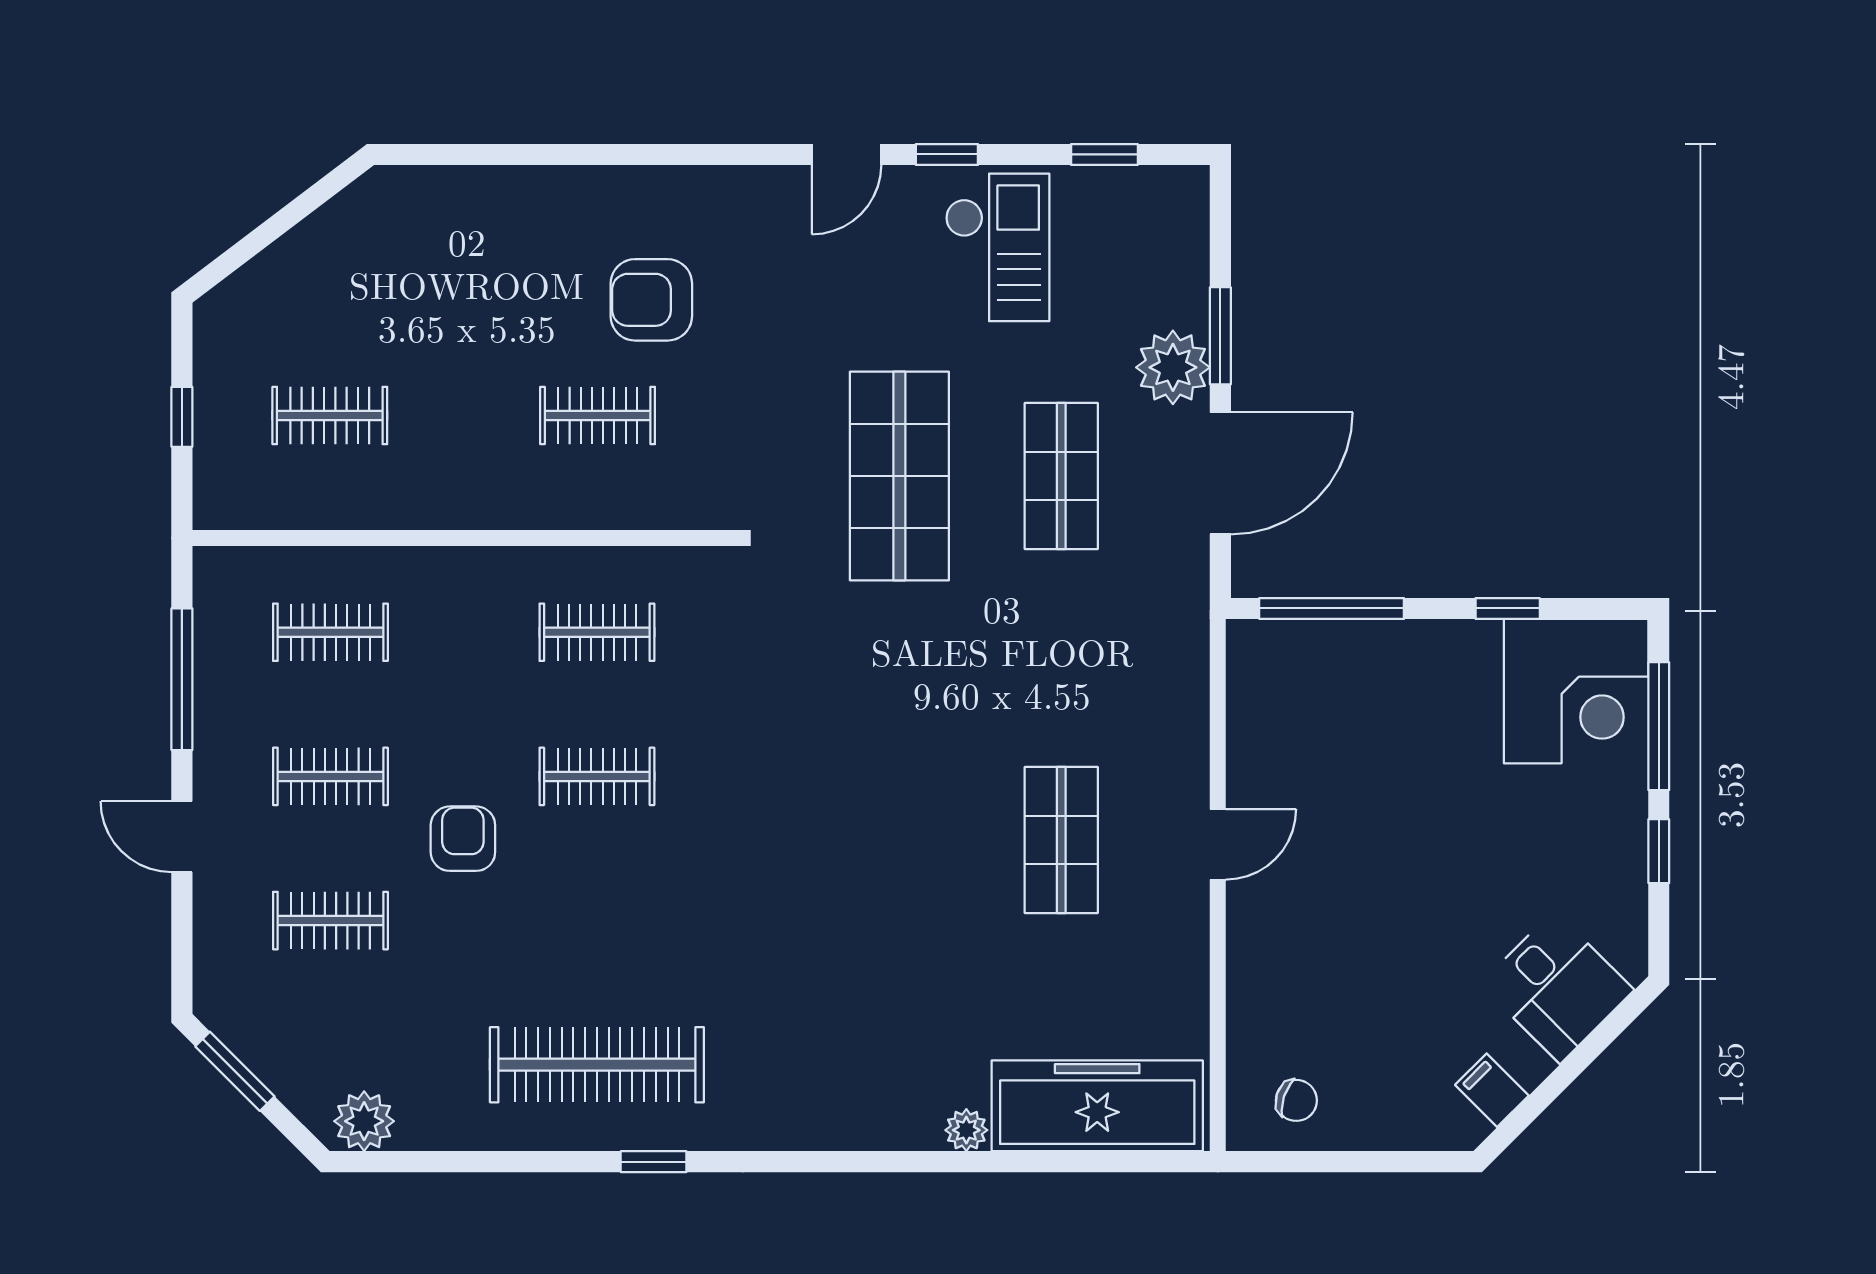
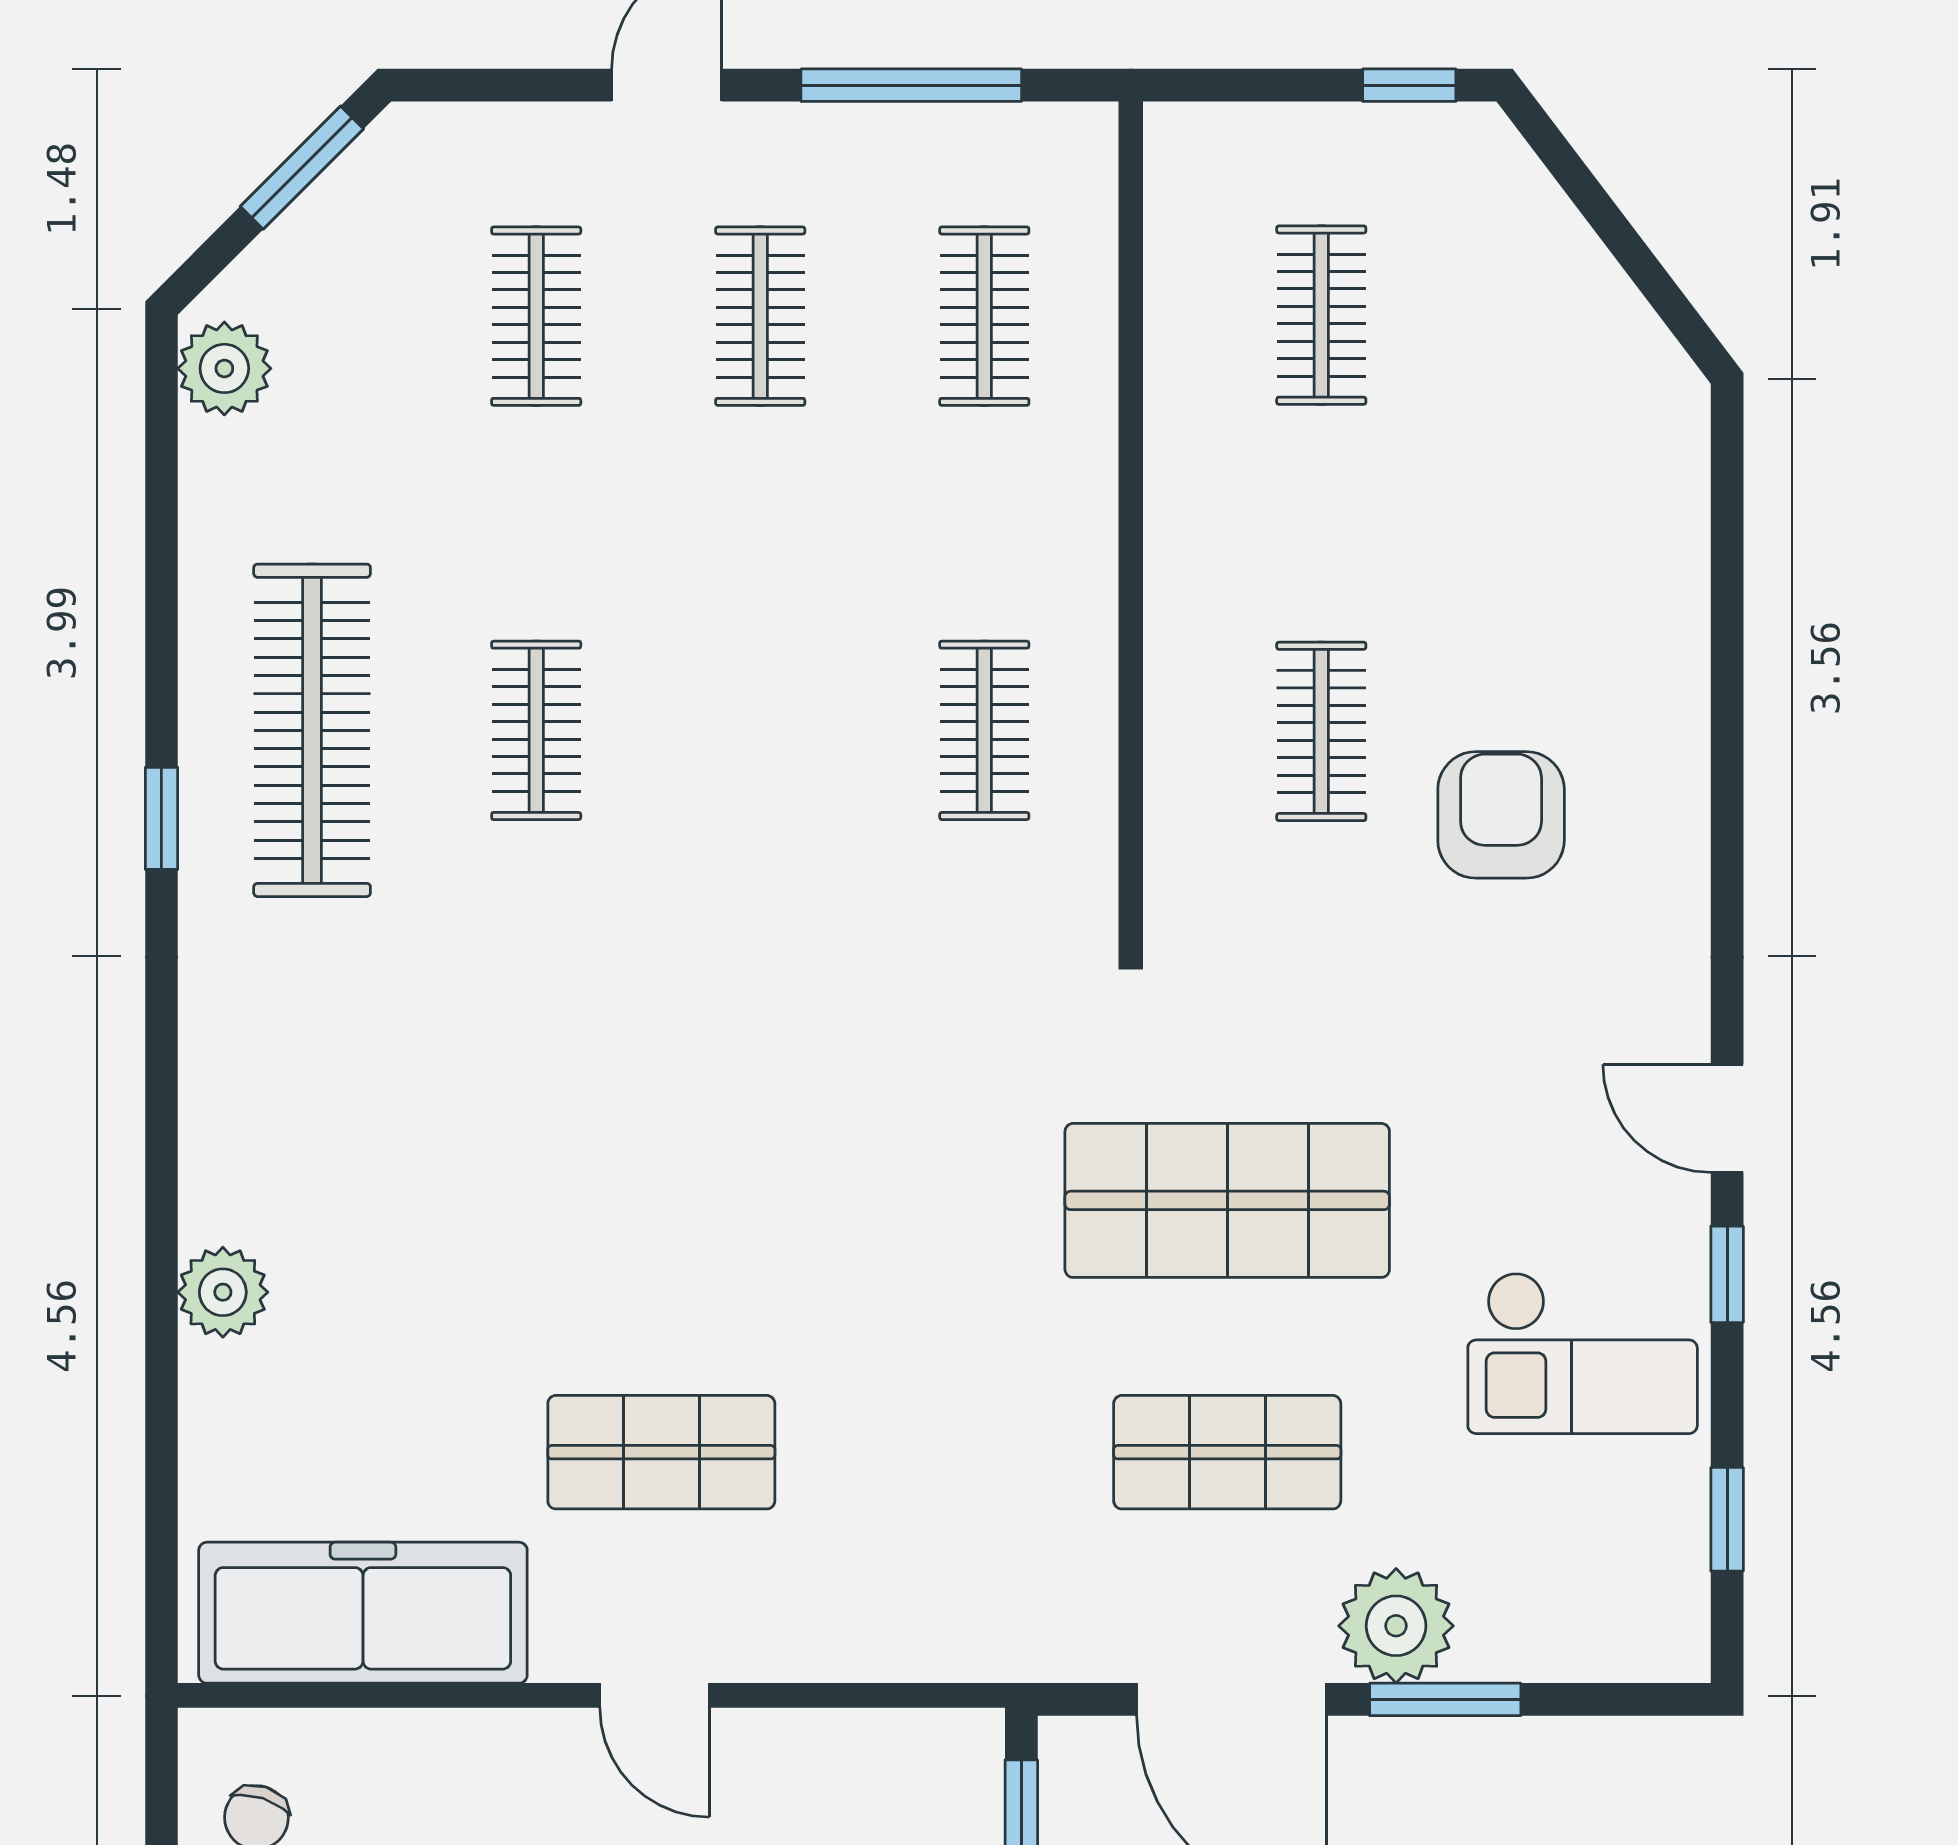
window: (182, 417) -> (1409, 85), moved
clothes rail: (597, 776) -> (536, 730), moved
armchair: (463, 839) -> (663, 522), removed
freezer: (1097, 1106) -> (363, 1613), moved, turned -90
plant: (966, 1130) -> (223, 1292), width x1.38, depth x1.38

